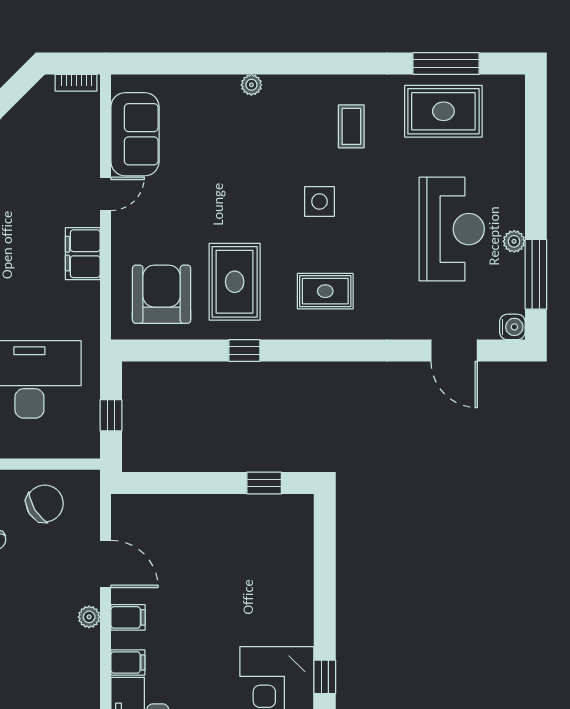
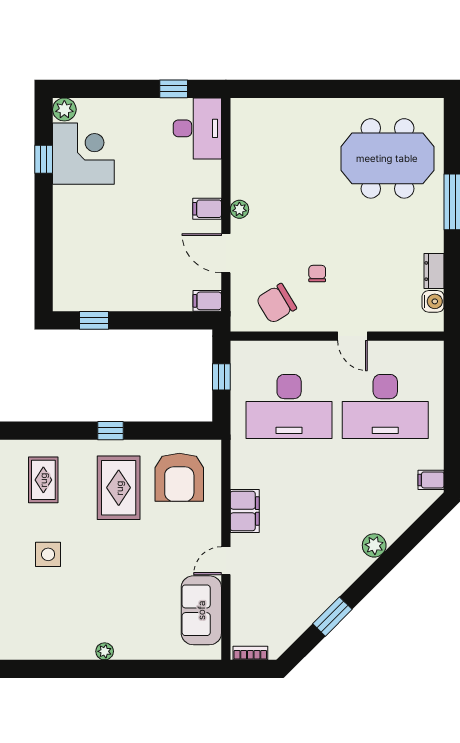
coffee table: (351, 126) -> (22, 617), removed
rug: (325, 291) -> (43, 480), turned 90
filing cabinet: (128, 662) -> (207, 301), moved

